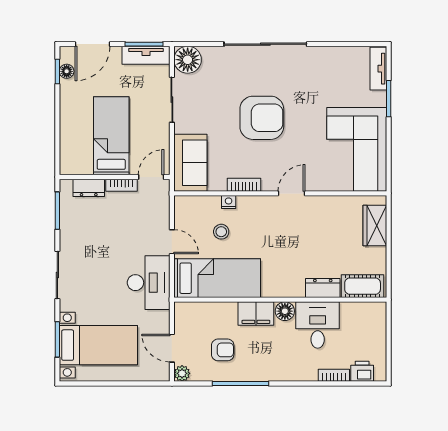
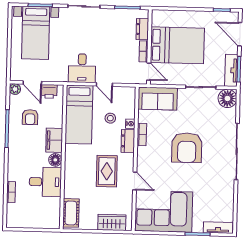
floor lamp: (67, 71) -> (222, 16), removed
bed: (111, 136) -> (177, 45), width x1.50
door: (292, 193) -> (135, 181), moved
rug: (300, 235) -> (107, 171), added
door: (172, 242) -> (104, 85), hinge flipped
desk: (149, 283) -> (82, 68), width x0.73
dresser: (323, 288) -> (128, 141), moved, turned 180
door: (172, 348) -> (32, 83), swing flipped
printer: (362, 371) -> (49, 91), moved, turned 90

